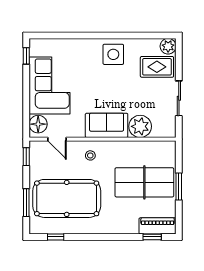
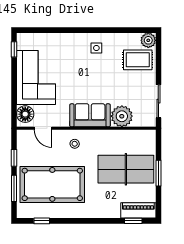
side table: (113, 54) -> (96, 48), width x0.54, depth x0.54
sliding door: (179, 98) -> (158, 101), moved
window: (26, 157) -> (14, 158), moved

